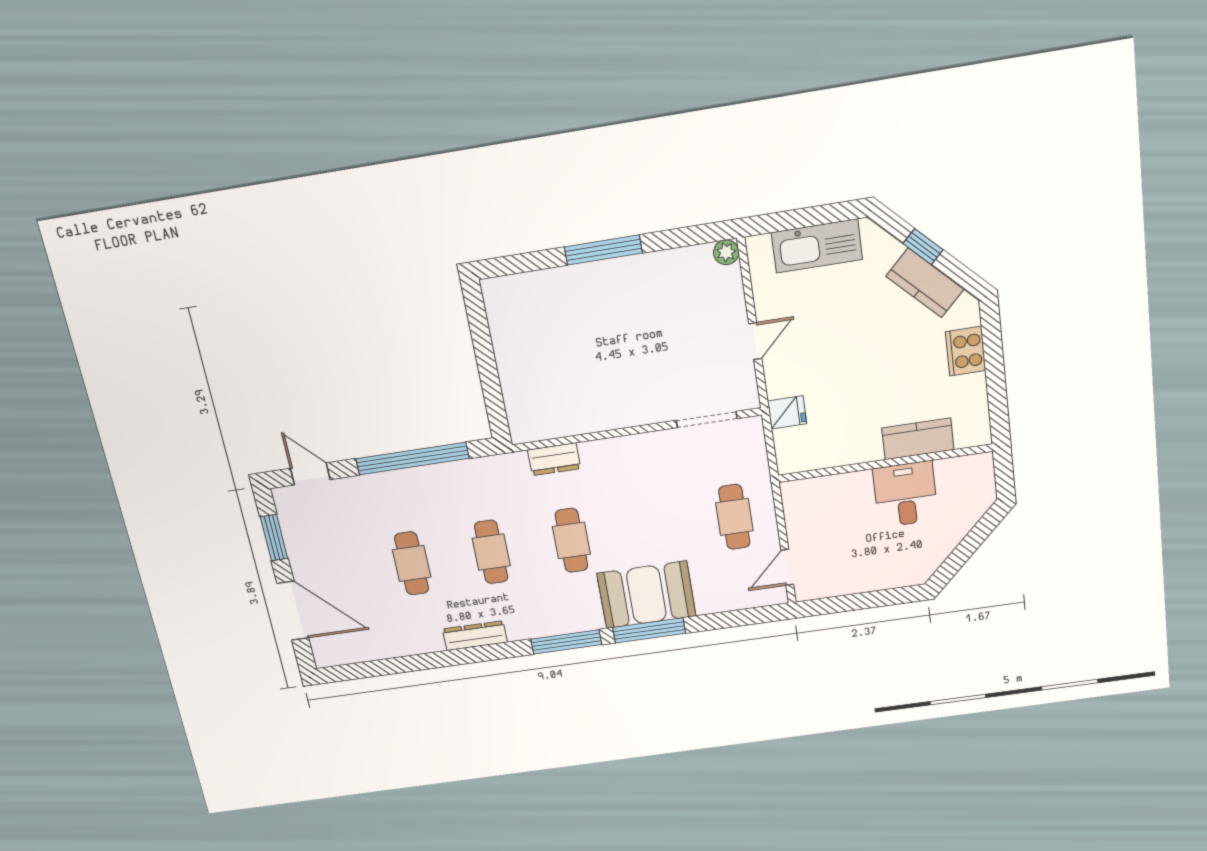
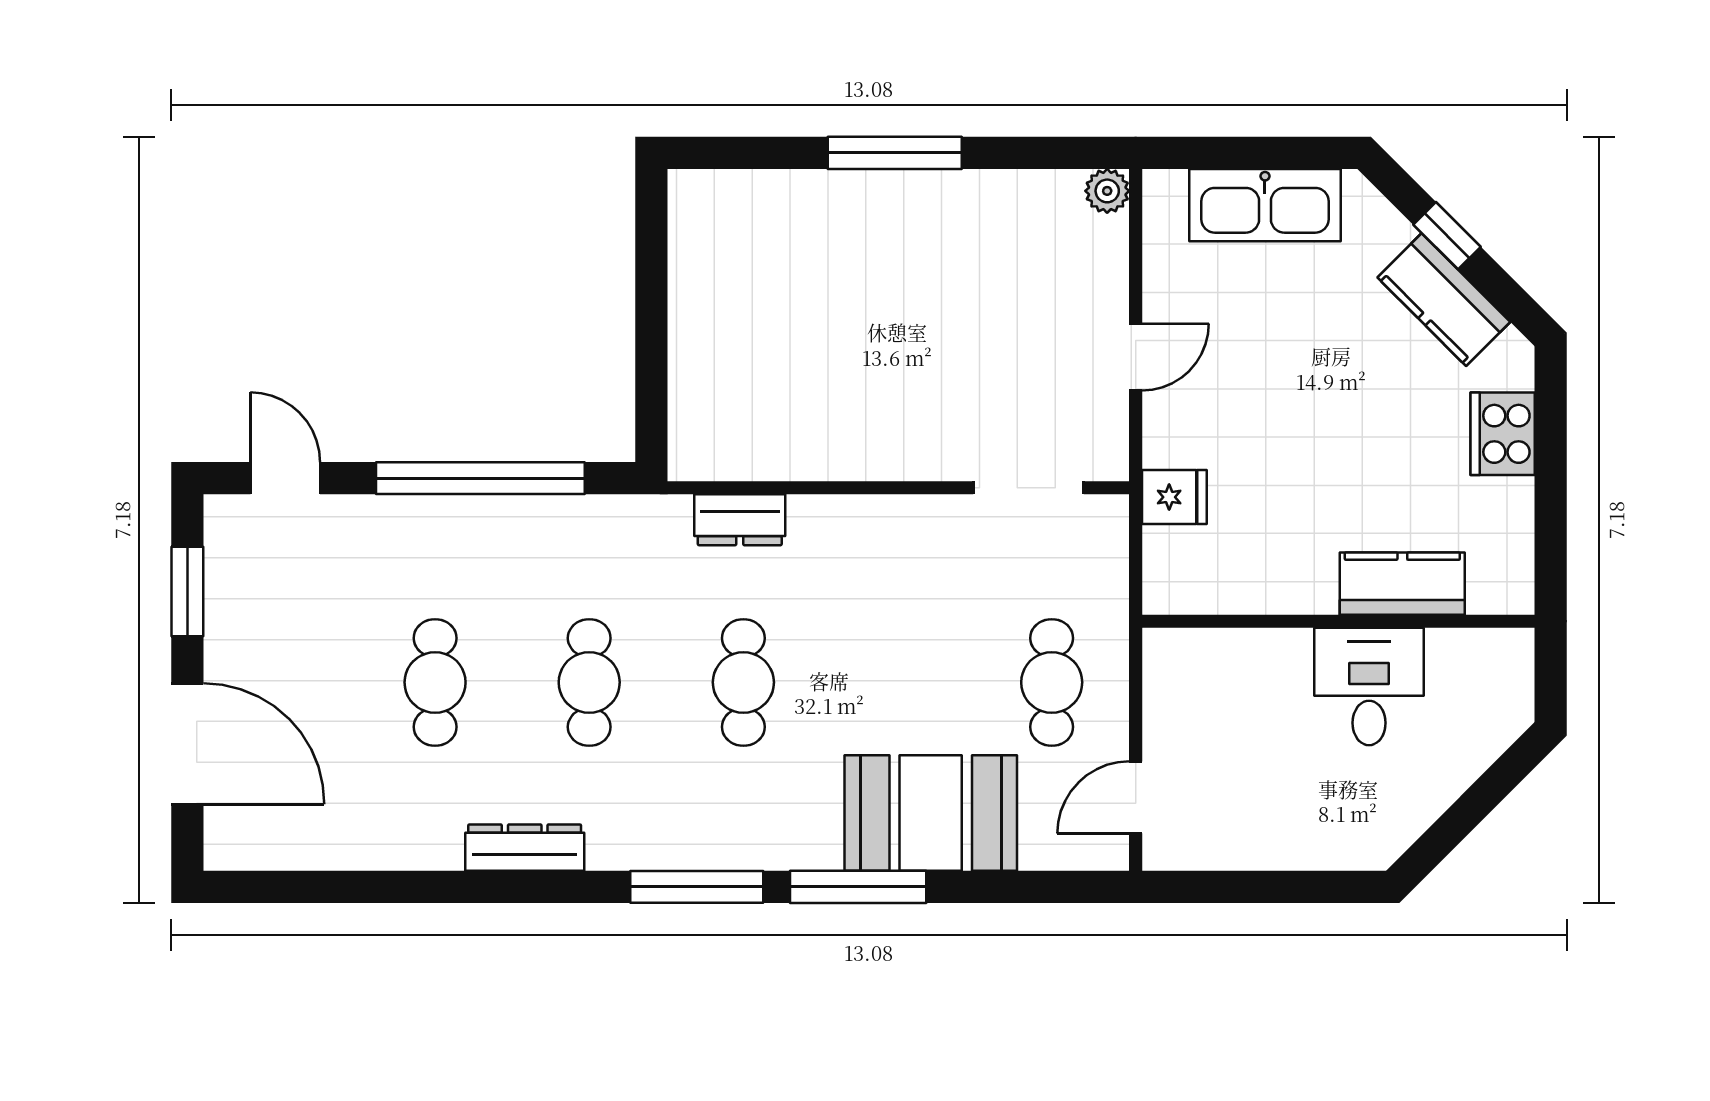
booth: (646, 595) -> (931, 813), moved

